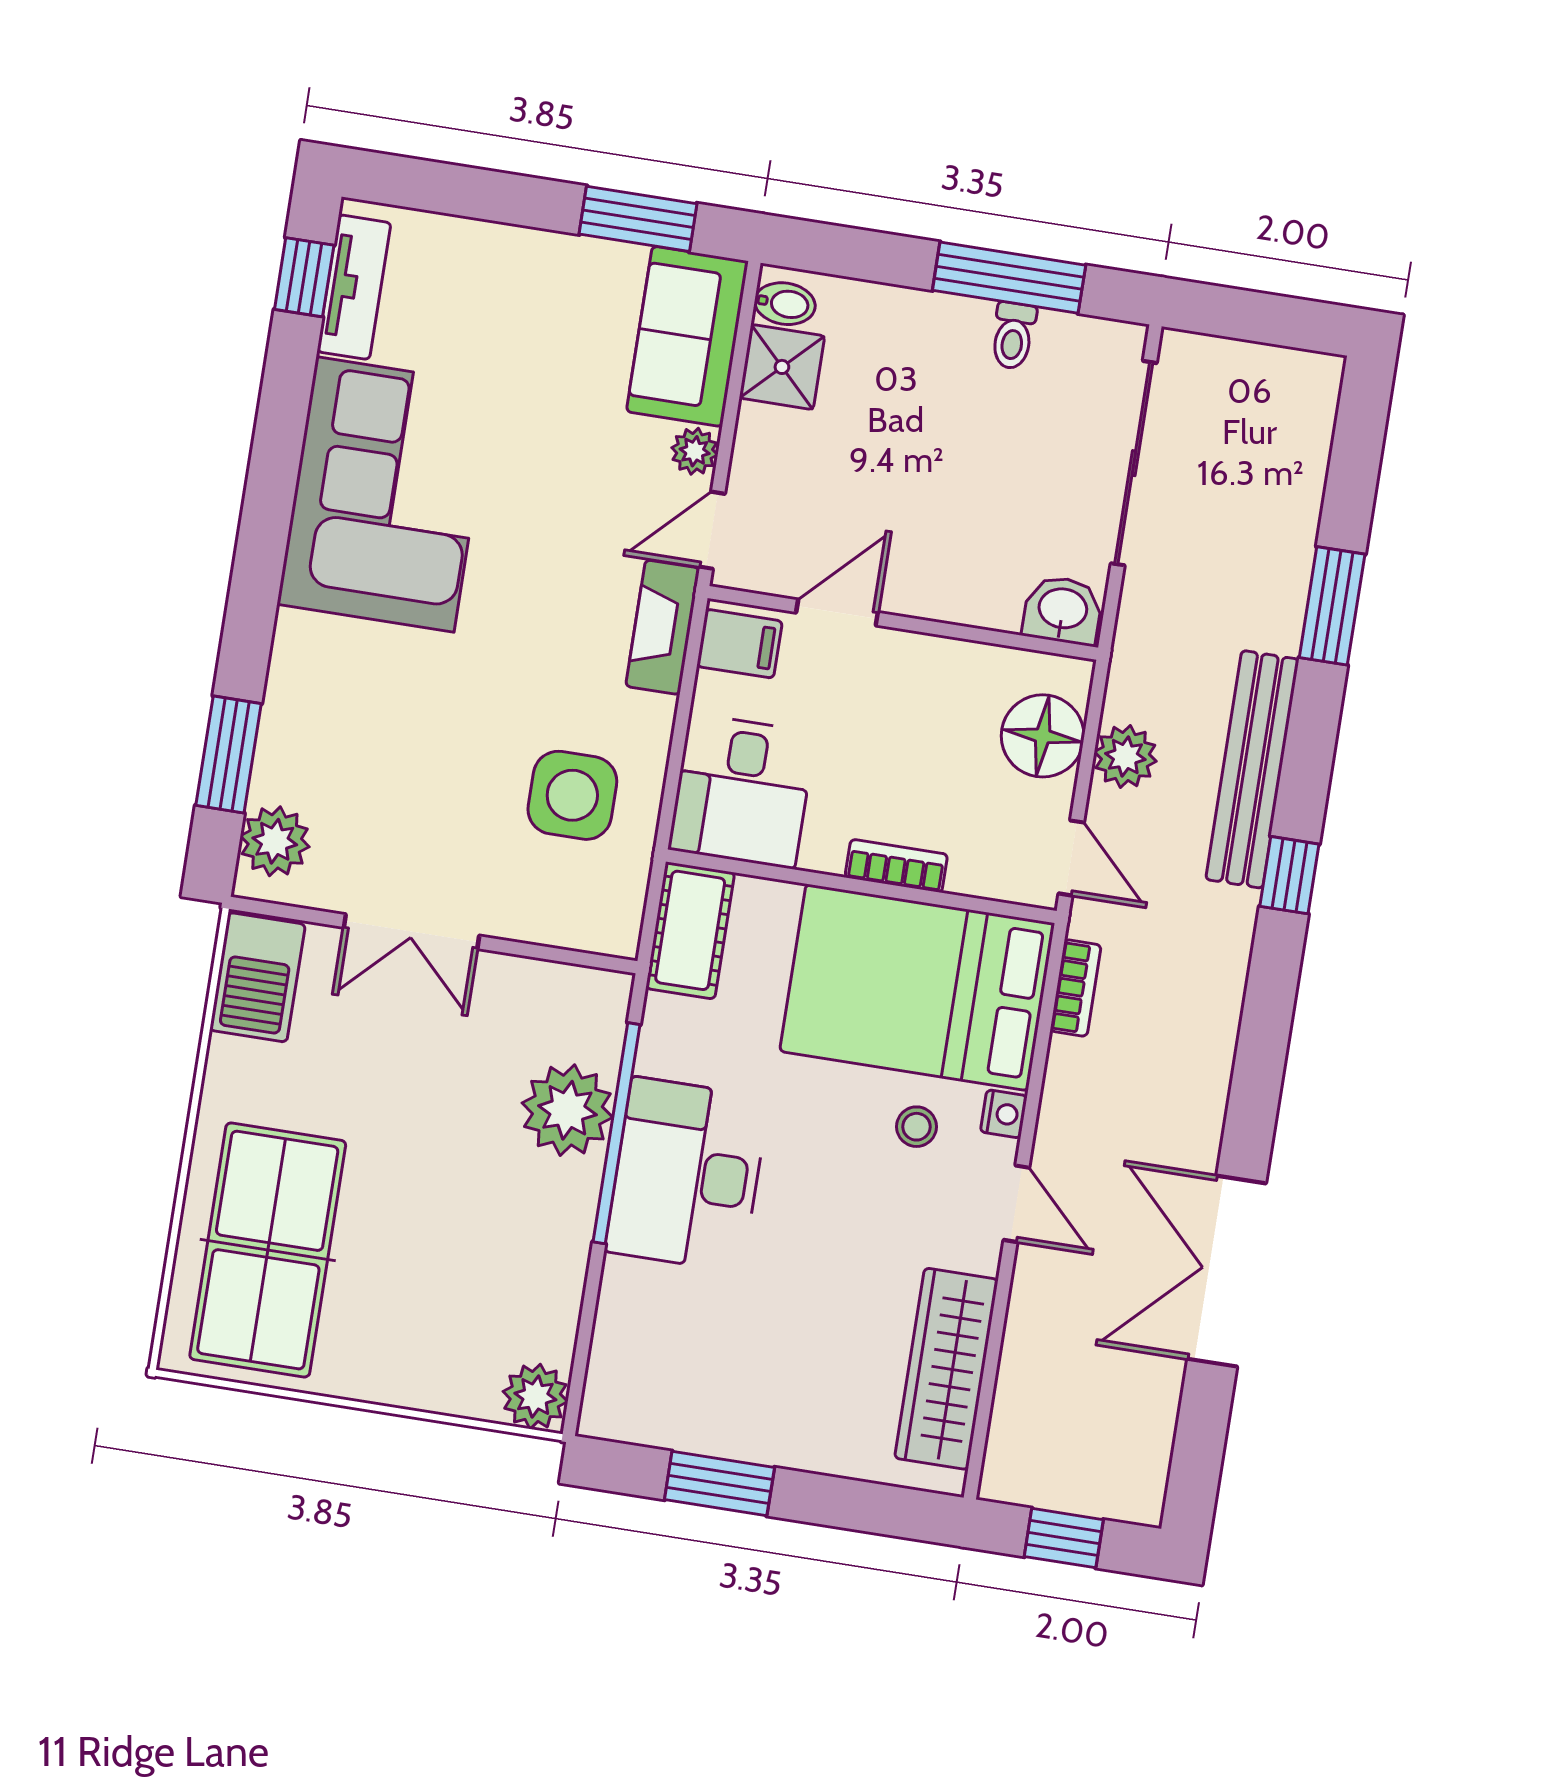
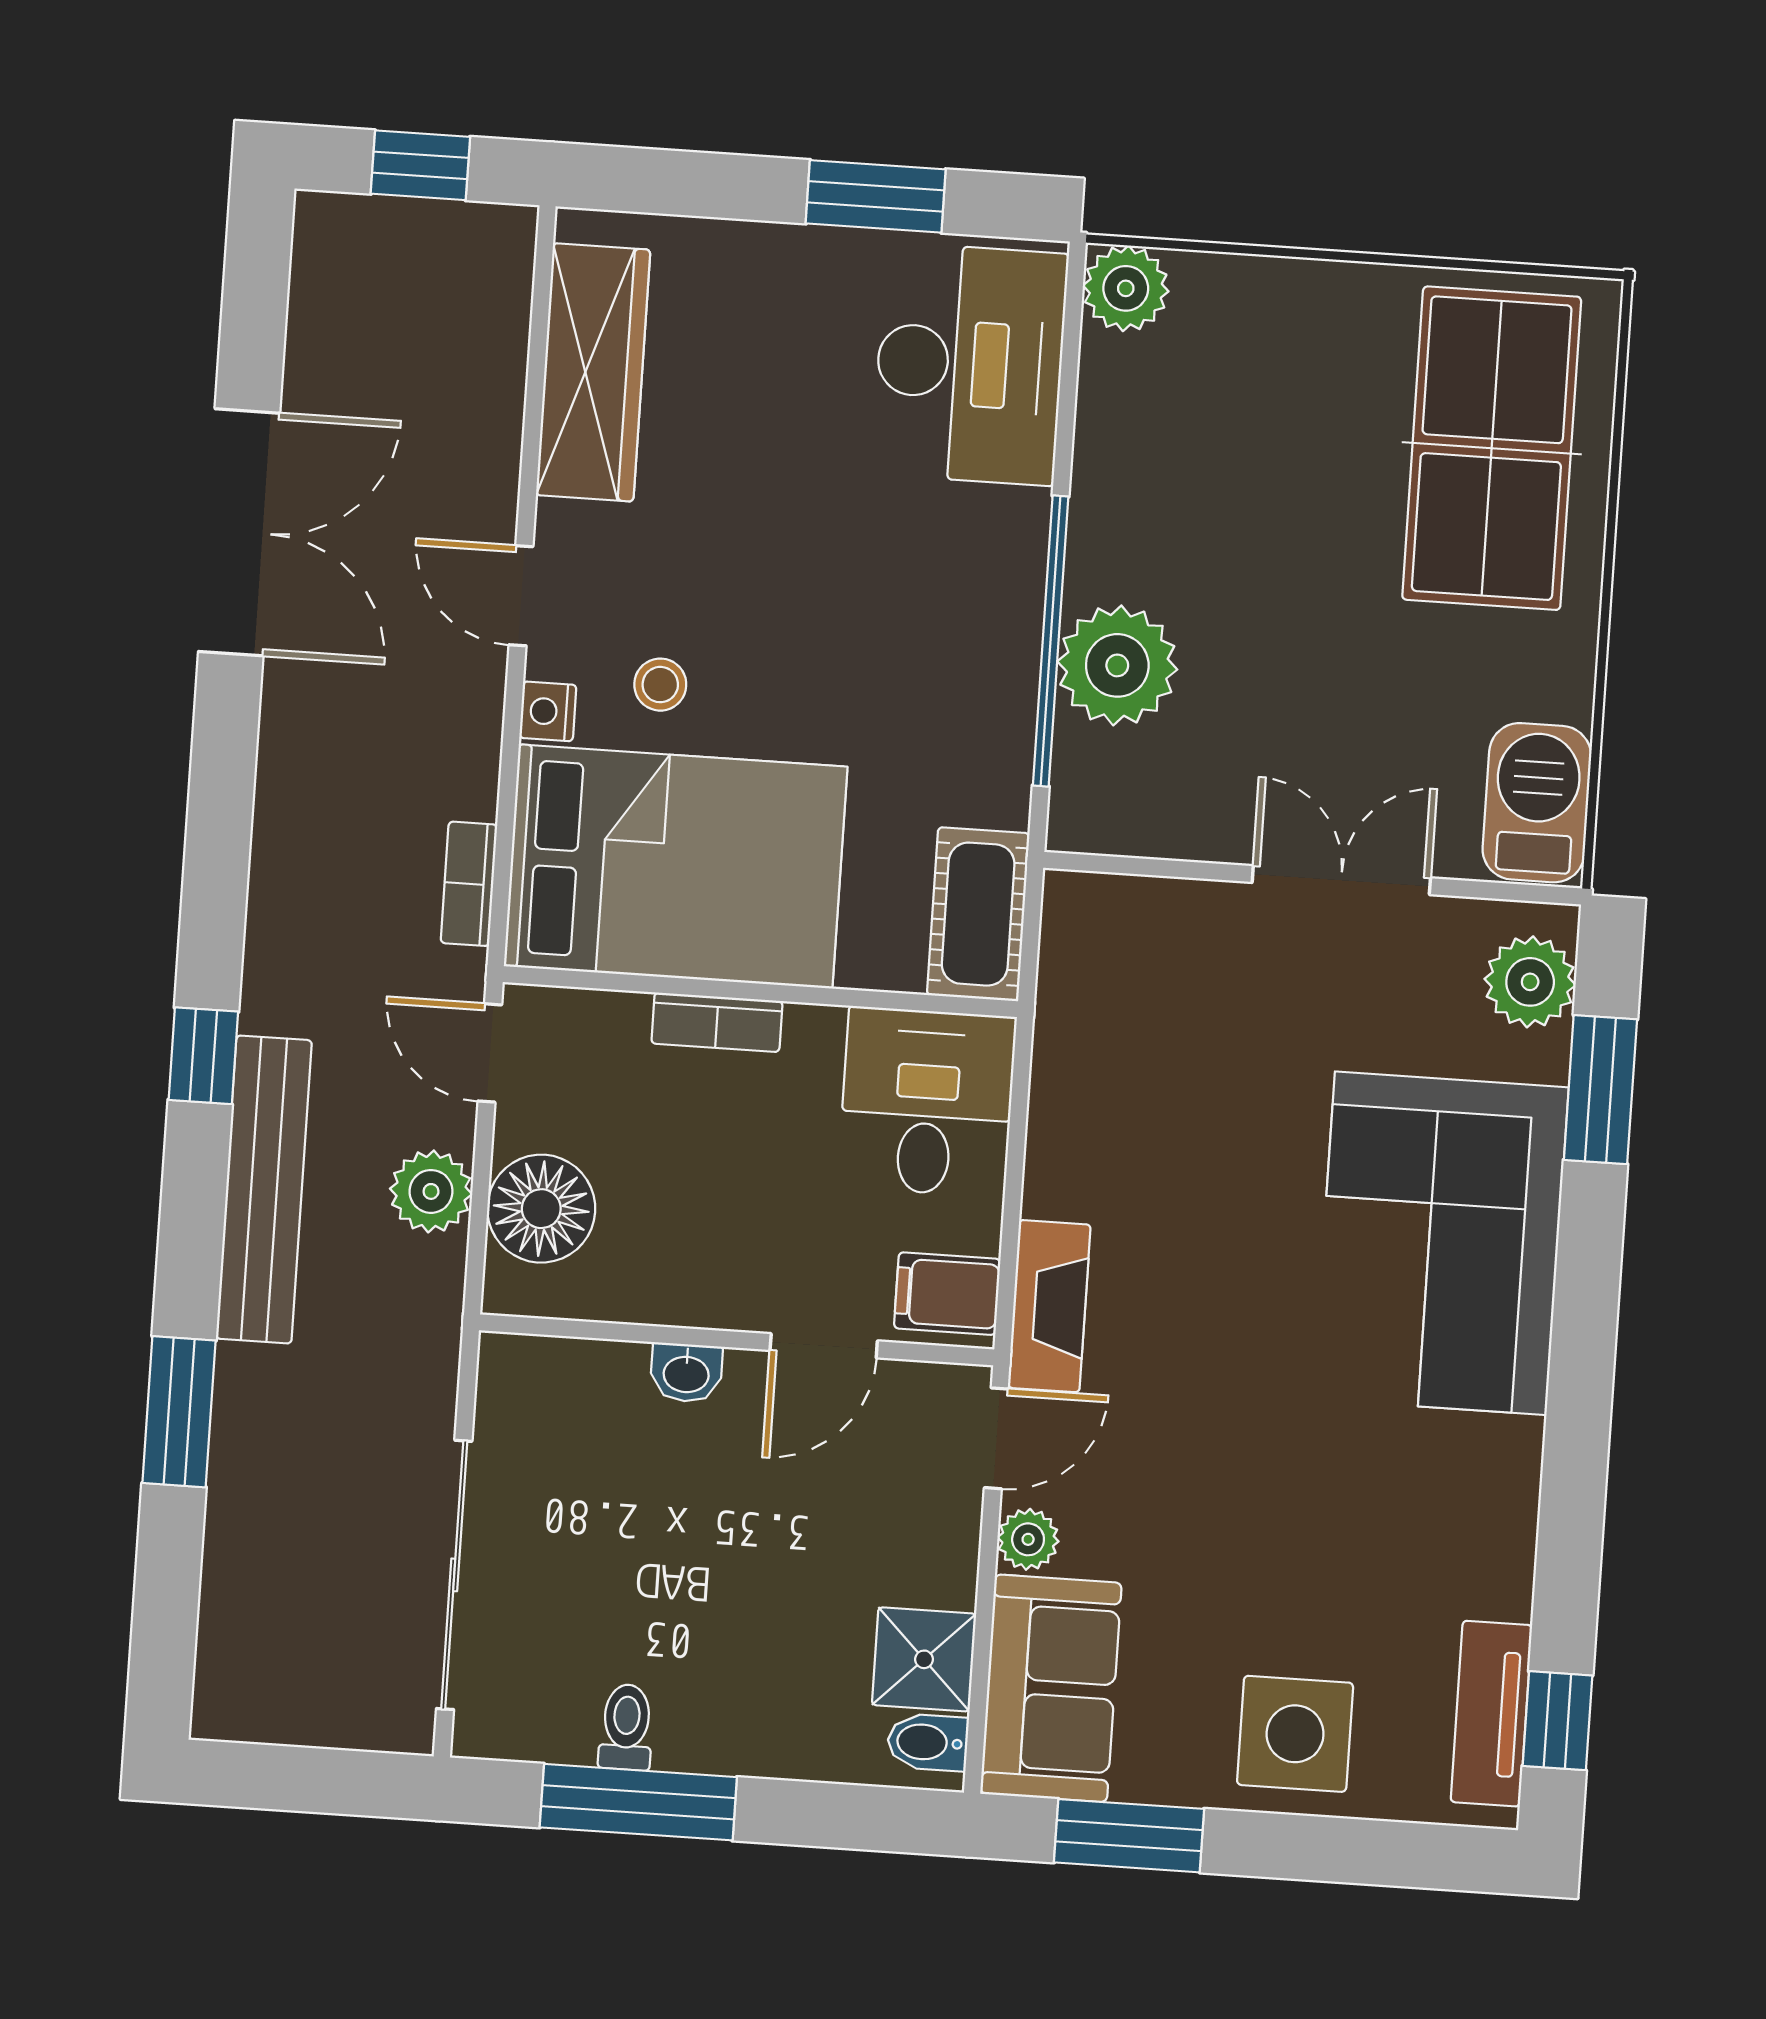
corner sofa: (385, 494) -> (1441, 1243), moved
washbasin: (1063, 610) -> (686, 1373), moved, width x0.72, depth x0.69
side table: (572, 795) -> (1295, 1734), moved
desk: (687, 1175) -> (970, 364), moved

